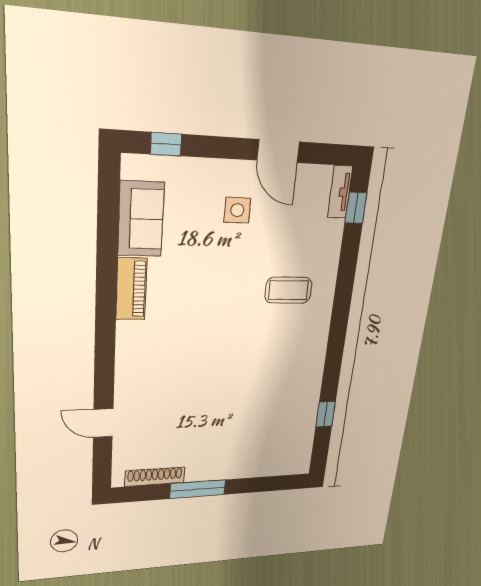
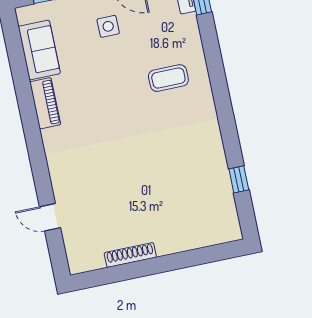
shoe rack: (155, 477) -> (130, 255), moved
window: (198, 489) -> (145, 268), removed

